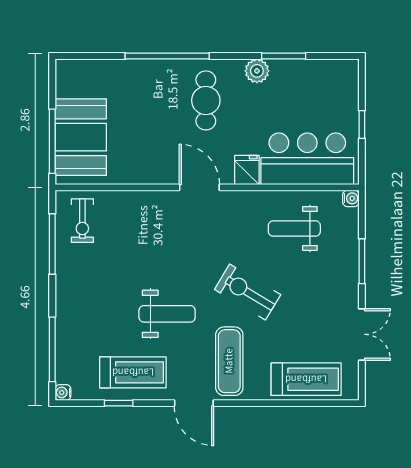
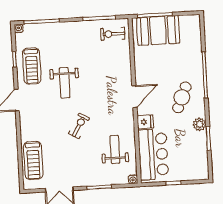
cafe table: (206, 100) -> (182, 97), turned -67
exercise bike: (248, 292) -> (79, 126), width x0.73, depth x0.72
exercise mat: (229, 361) -> (41, 118), removed

